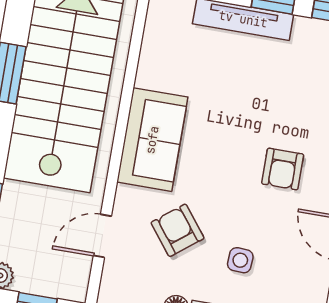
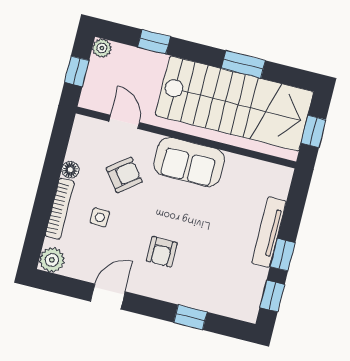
armchair: (283, 169) -> (162, 252), turned -90

